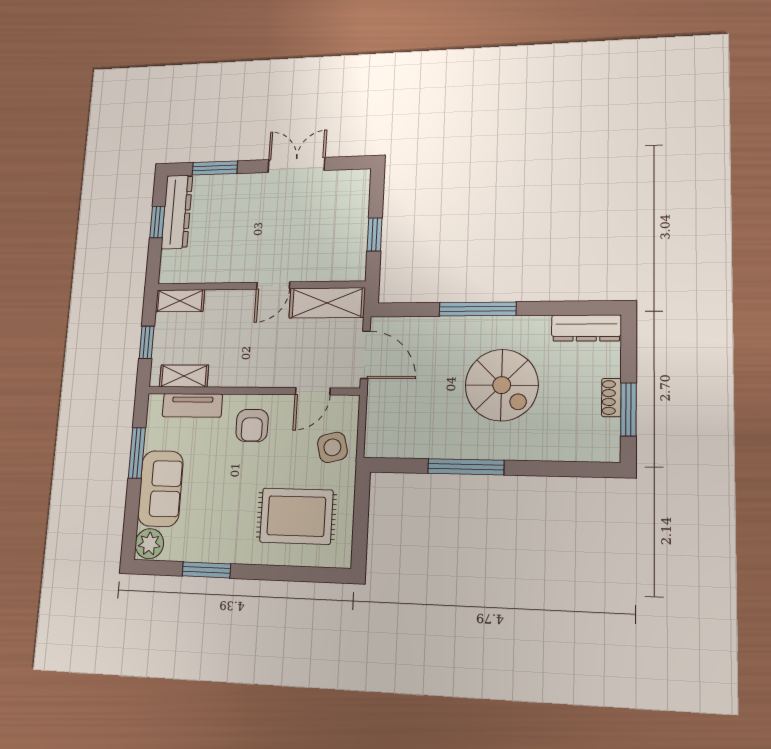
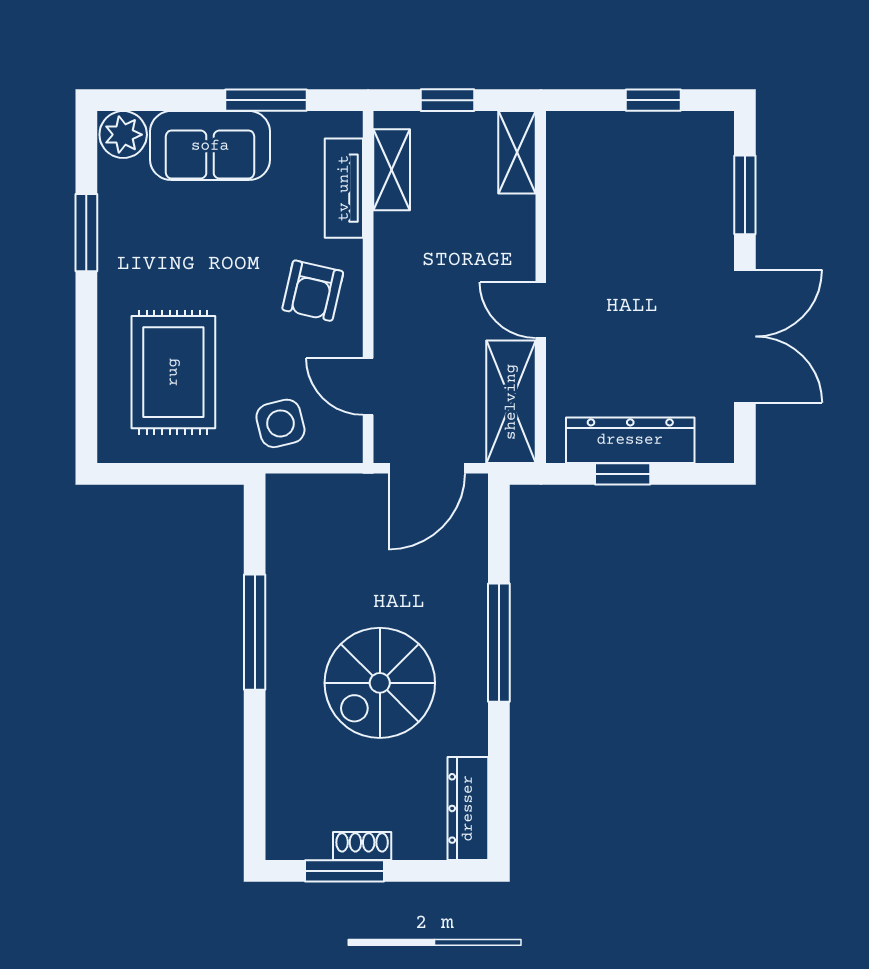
double door: (296, 165) -> (745, 336), width x1.37
dresser: (177, 212) -> (630, 440), moved, turned 180
armchair: (252, 426) -> (313, 291), turned -77

